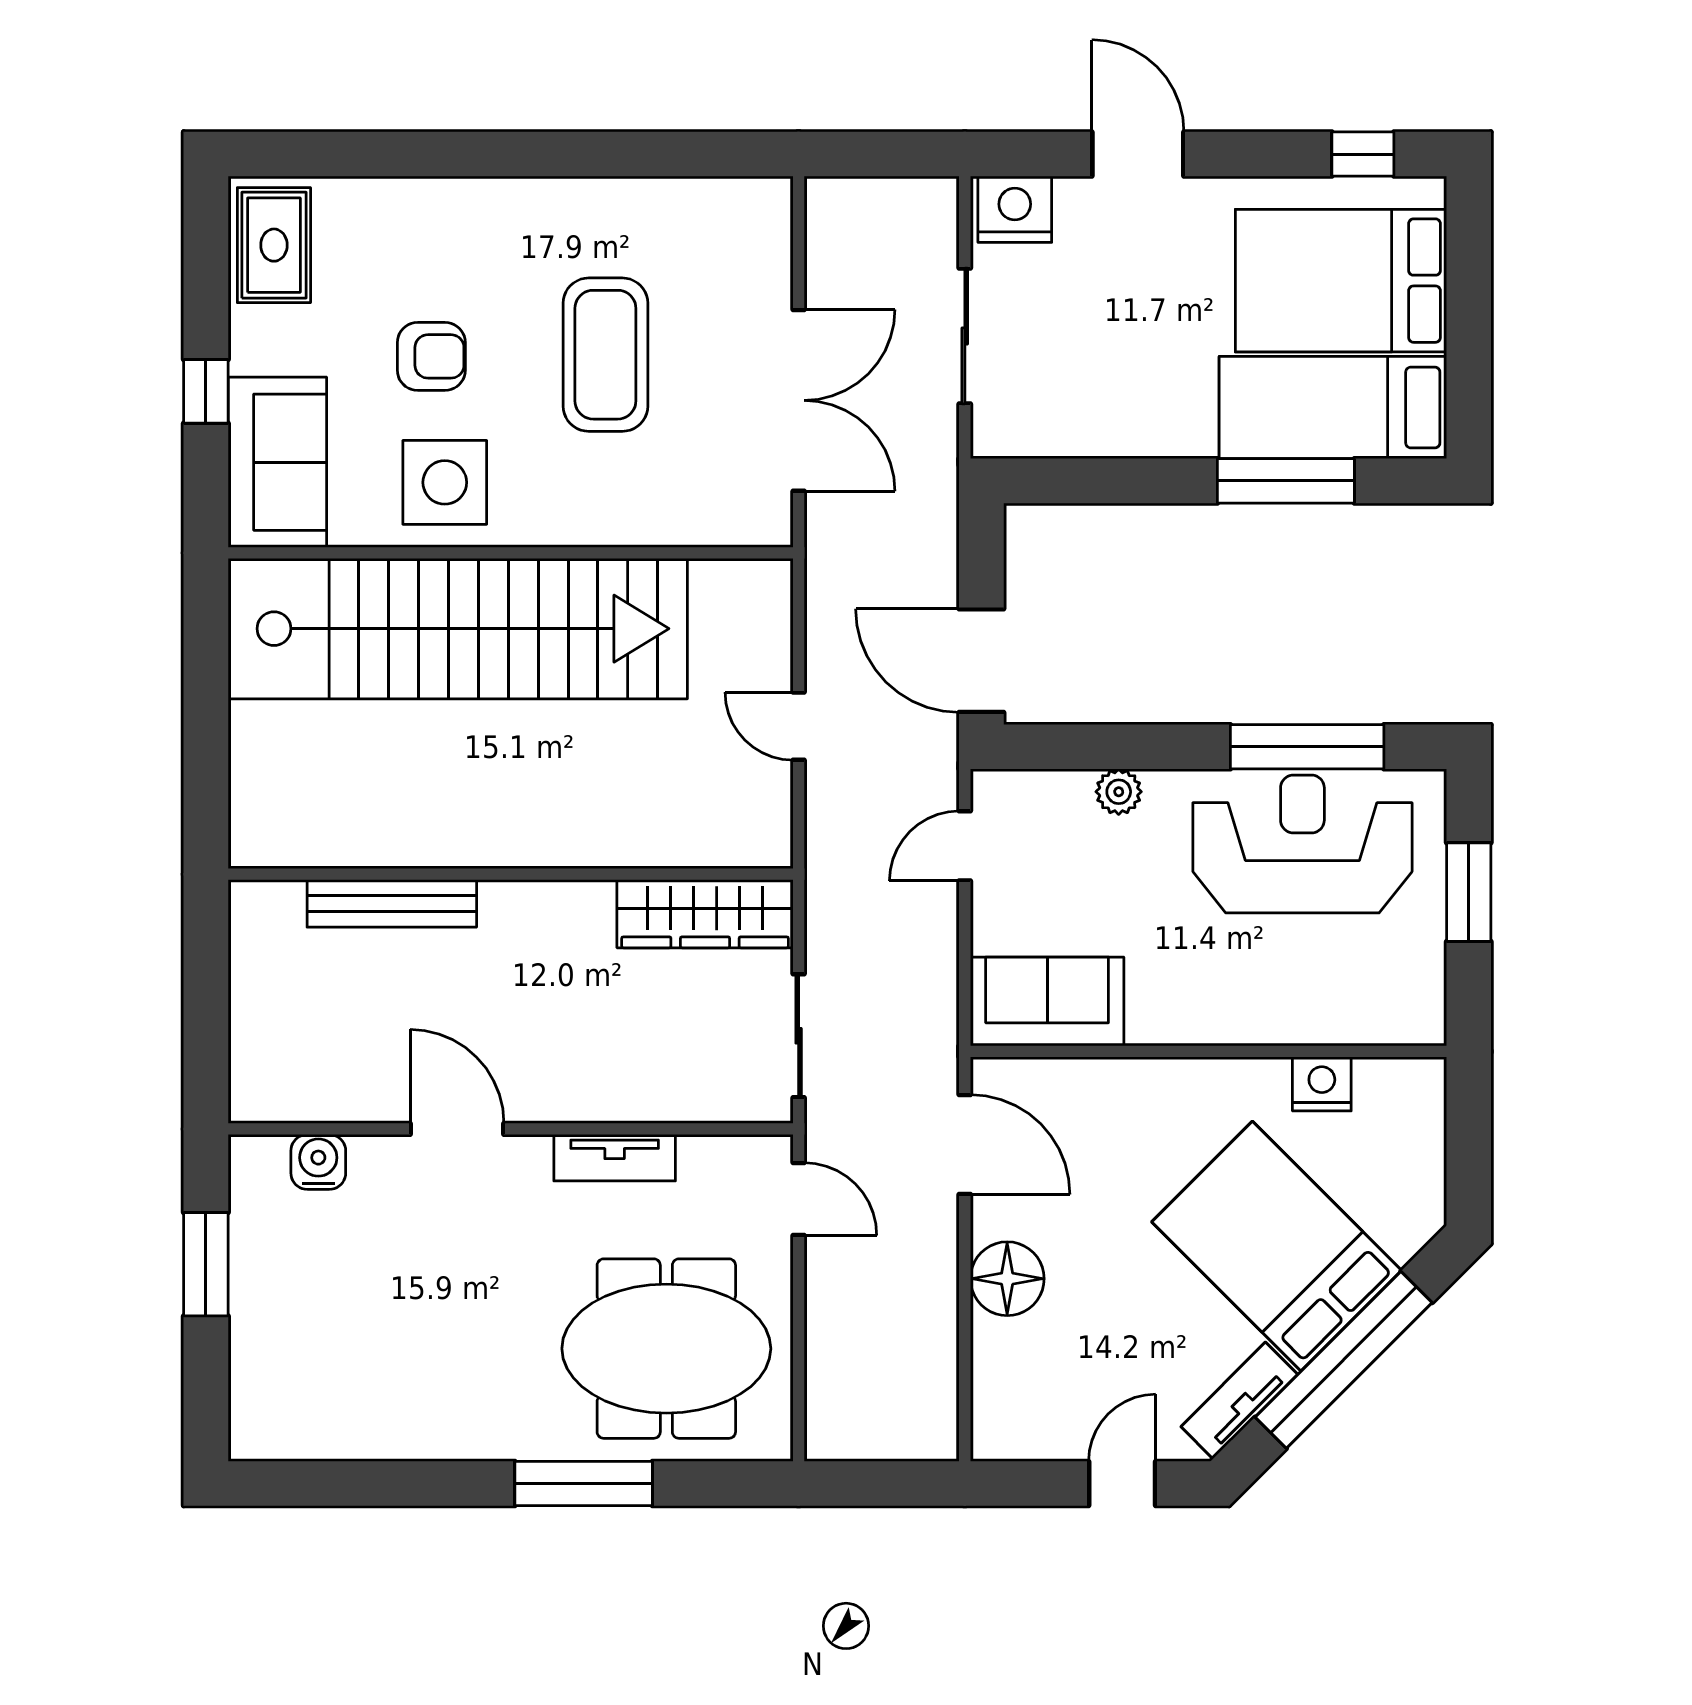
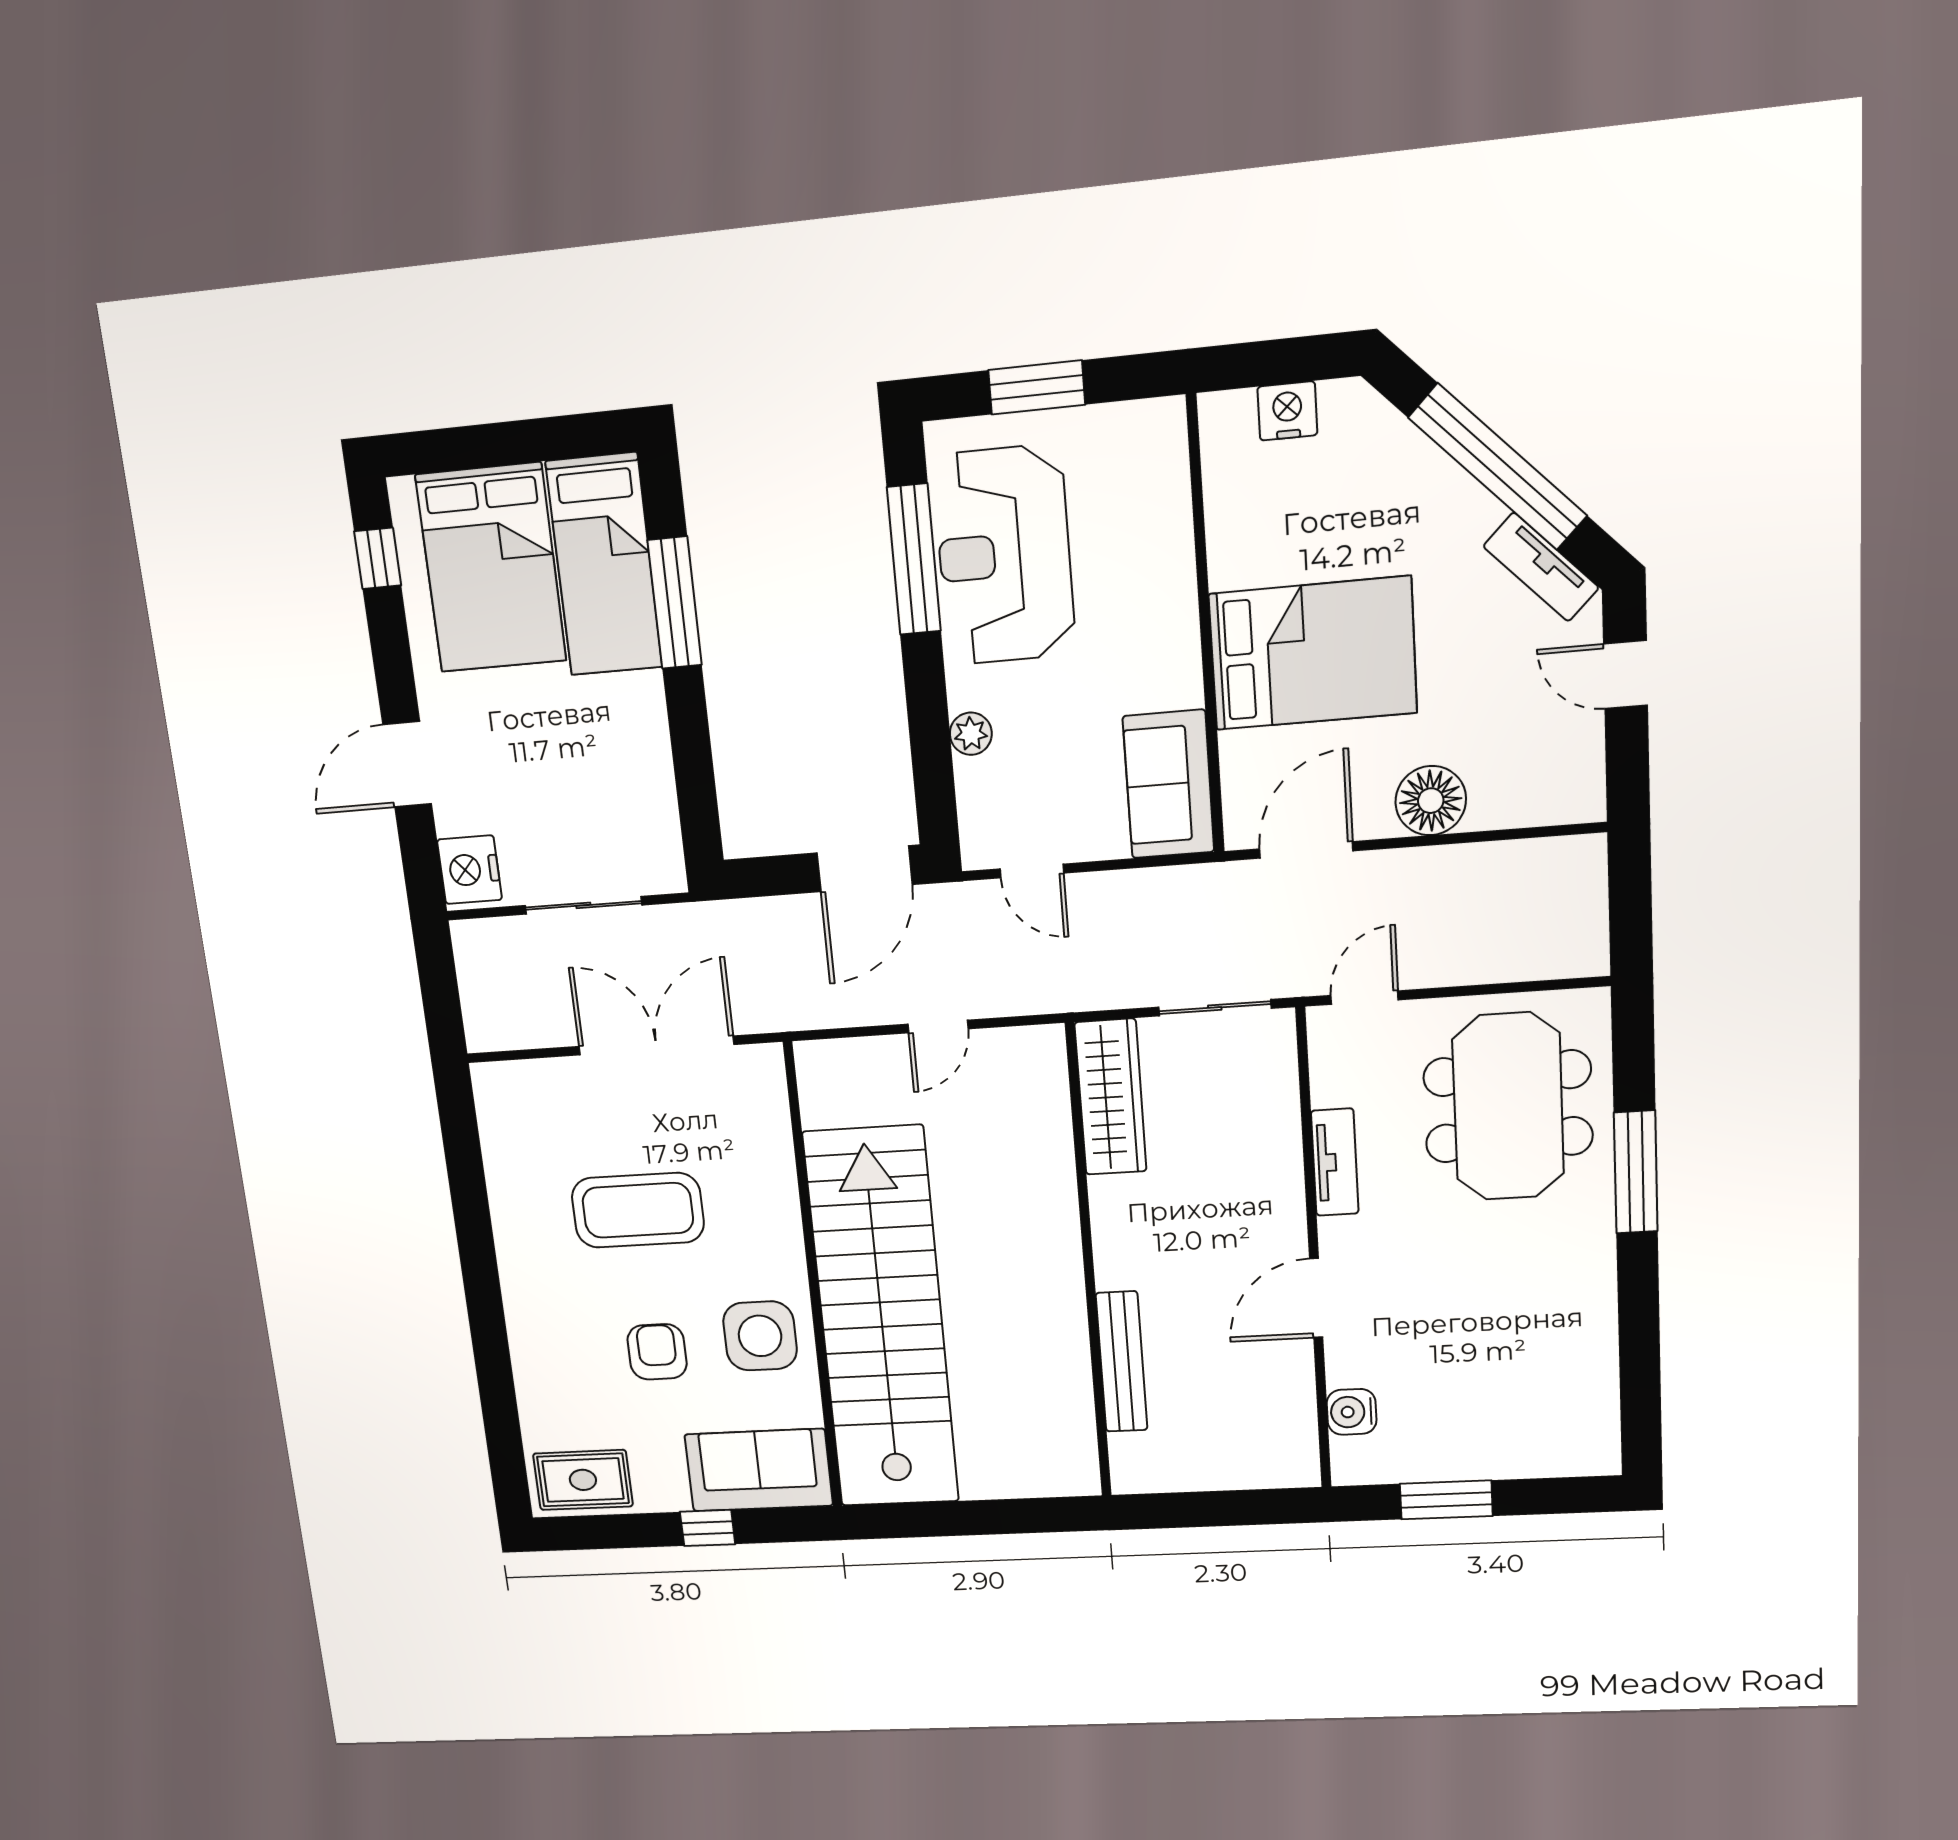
nightstand: (1322, 1084) -> (1287, 411), moved, turned 90
bed: (1277, 1246) -> (1313, 653), moved, turned -135

